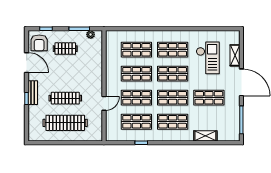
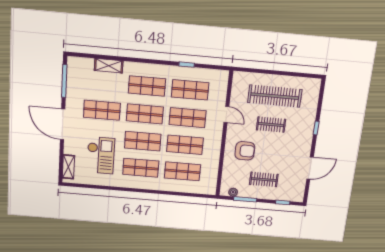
armchair: (39, 43) -> (245, 151), moved, turned 90
shelving: (235, 55) -> (68, 167), moved
checkout: (208, 58) -> (101, 155), turned 180
door: (27, 63) -> (310, 168), swing flipped
bench: (33, 93) -> (308, 134), removed
clothes rail: (65, 98) -> (271, 125), width x0.73
door: (104, 103) -> (226, 115), swing flipped

